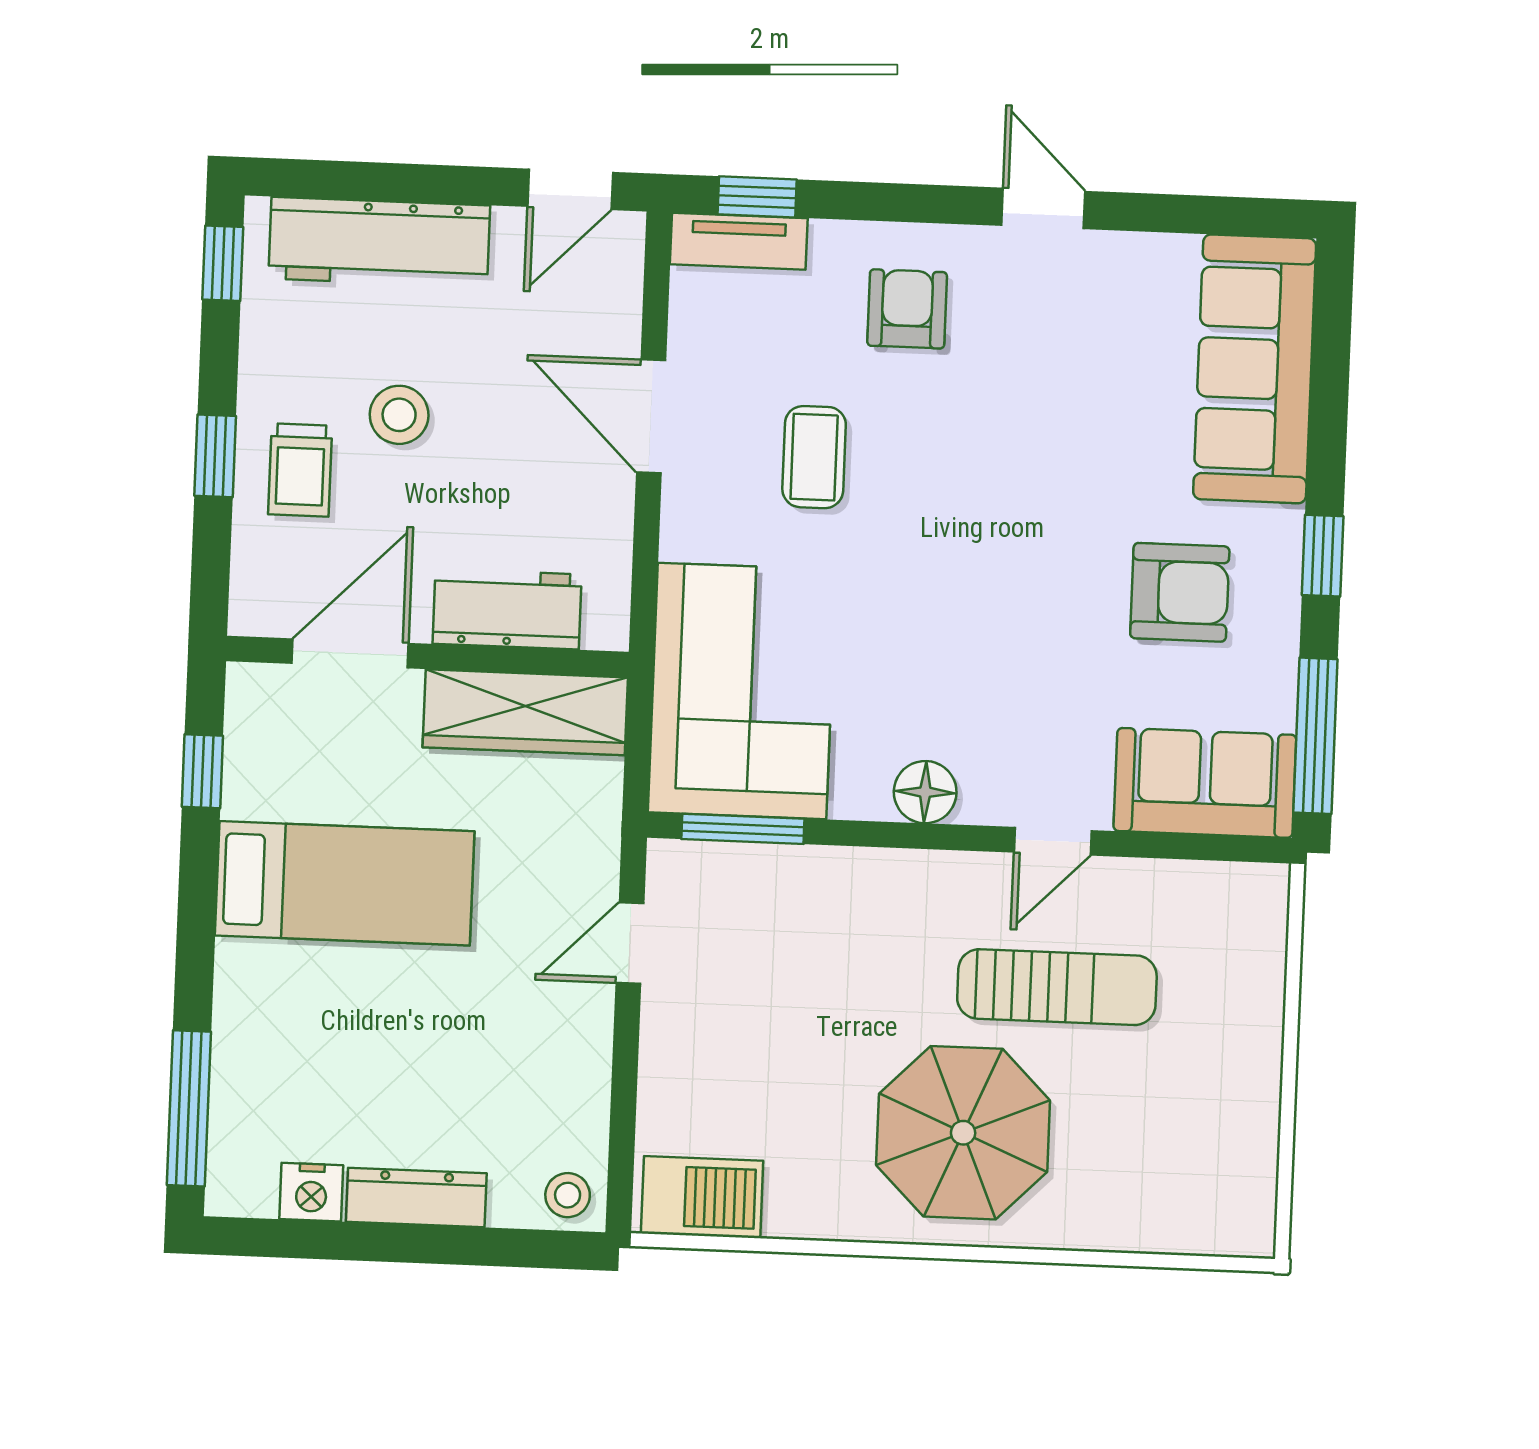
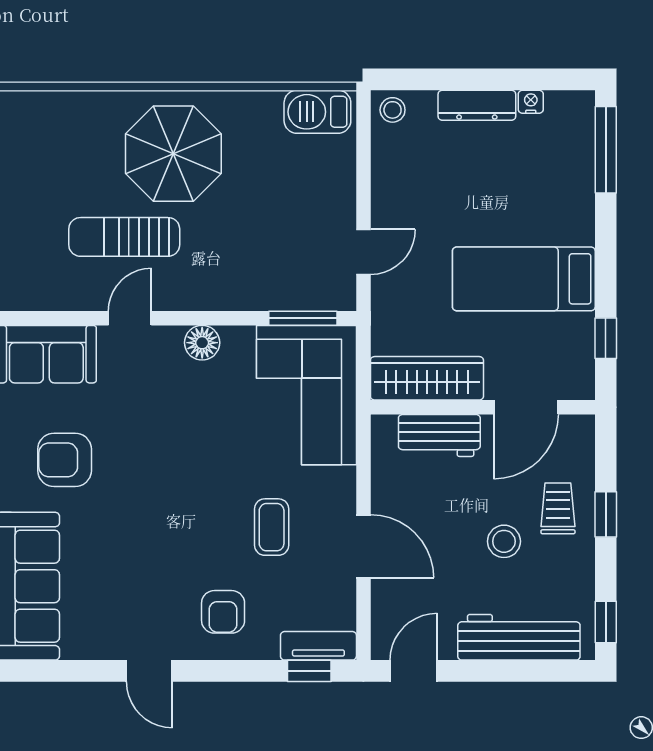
nightstand: (311, 1192) -> (531, 102), width x0.72, depth x0.74

